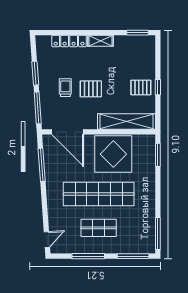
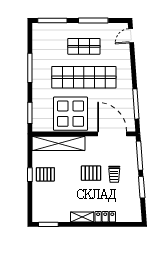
locker: (69, 41) -> (105, 217), width x0.66
window: (158, 233) -> (30, 68), moved

